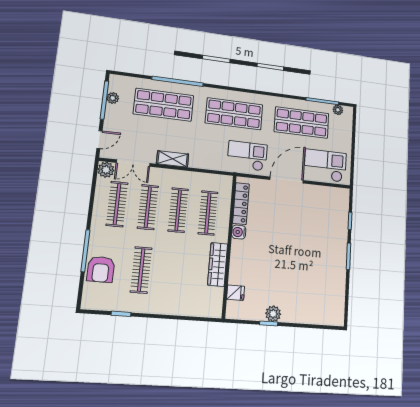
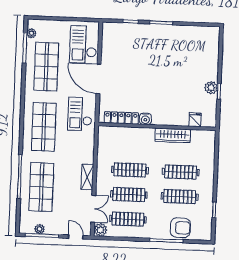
clothes rail: (208, 213) -> (181, 172), moved

